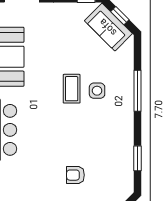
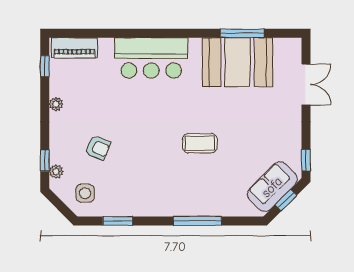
side table: (97, 91) -> (85, 193), moved
armchair: (75, 175) -> (98, 148), turned 113

